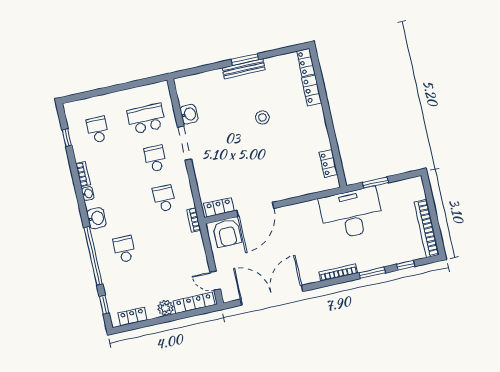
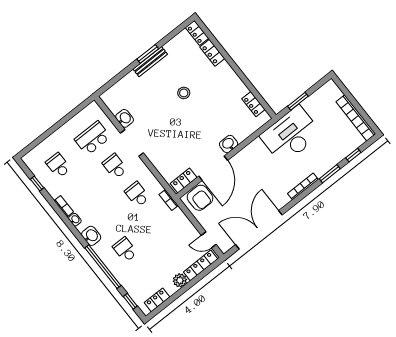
washbasin: (283, 192) -> (229, 144), added

